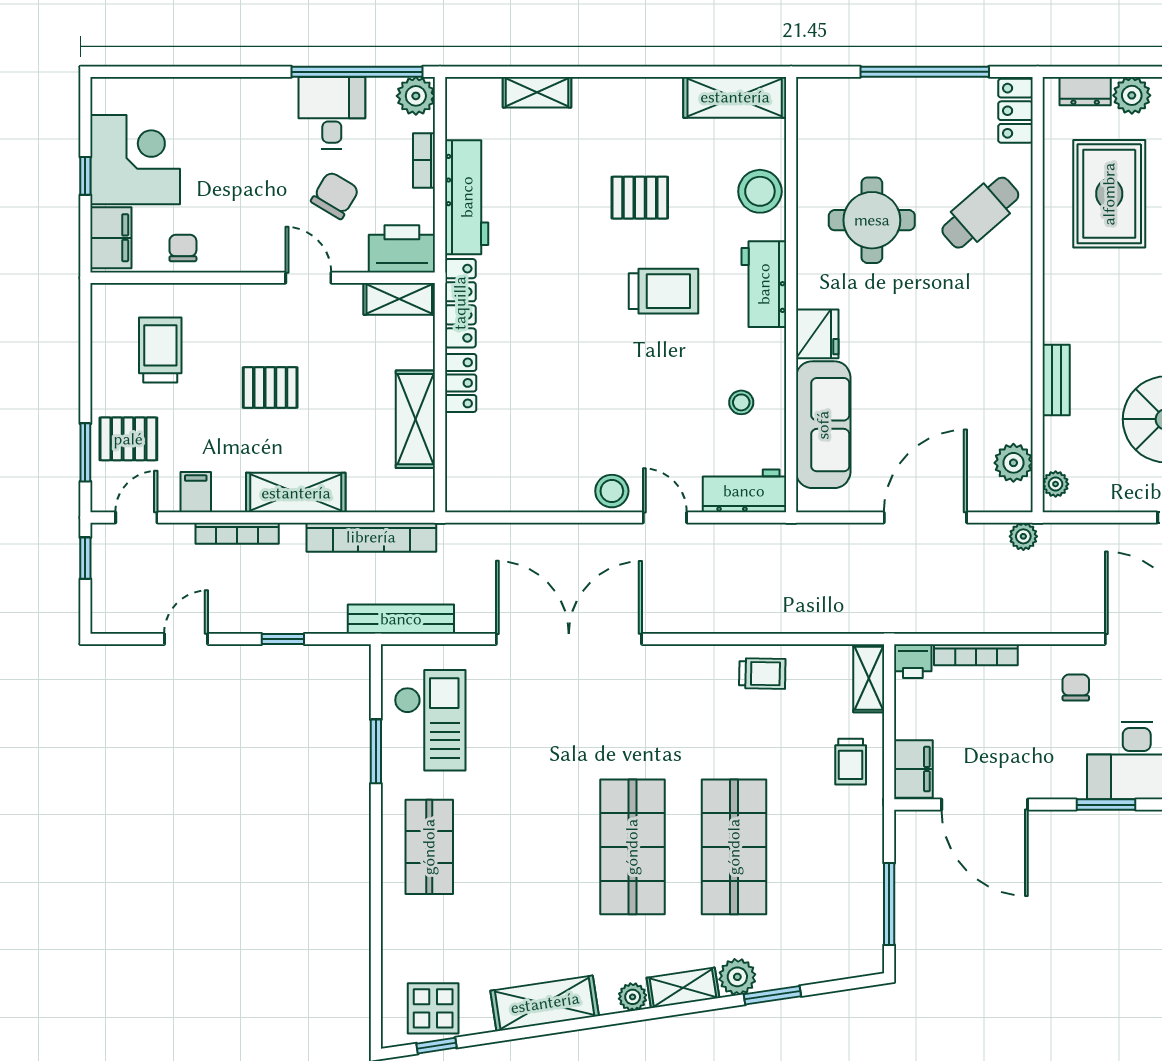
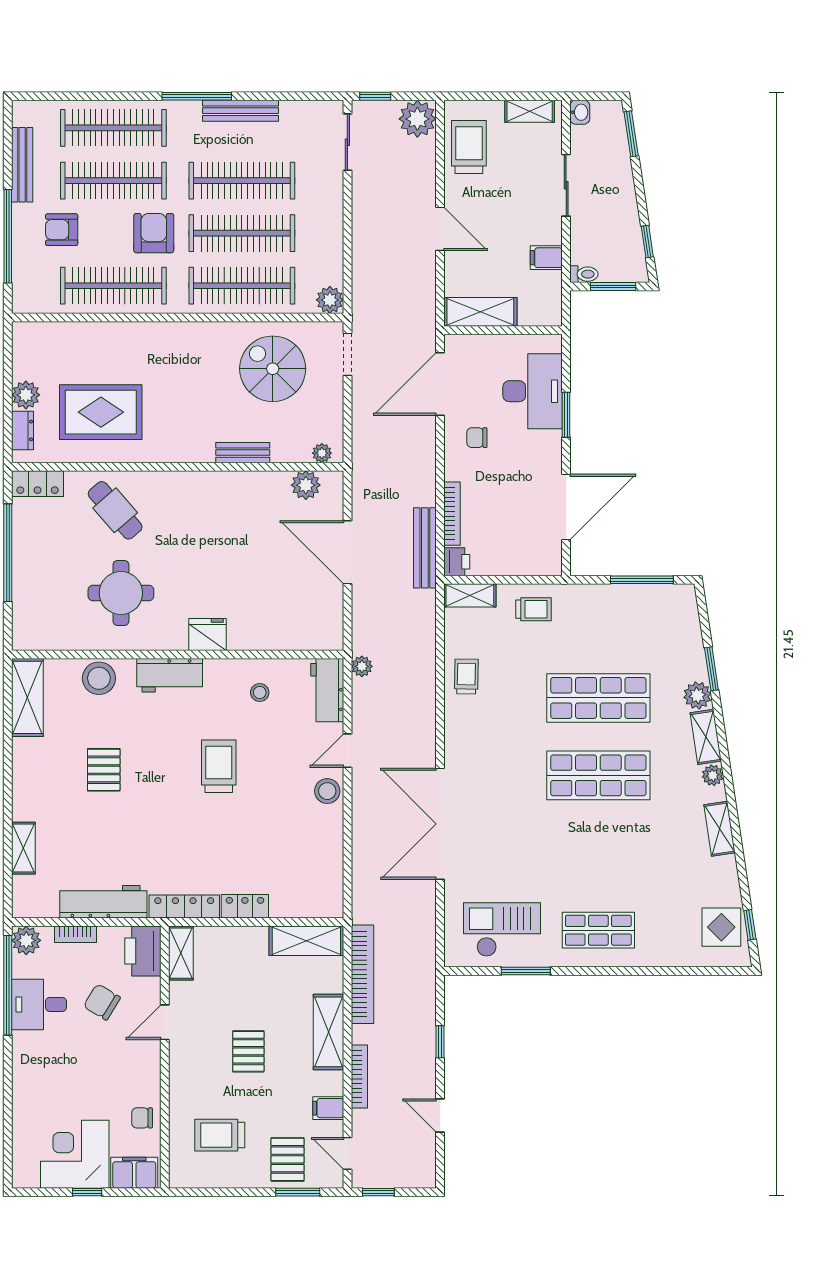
trolley: (664, 291) -> (219, 766), moved
shelving: (415, 419) -> (306, 941), moved
sofa: (823, 425) -> (277, 630), removed
plant: (1023, 536) -> (362, 666), moved
bench: (401, 619) -> (425, 548), moved
filing cabinet: (913, 769) -> (539, 561), removed
shelving: (545, 1003) -> (720, 829), width x0.67, depth x0.75

